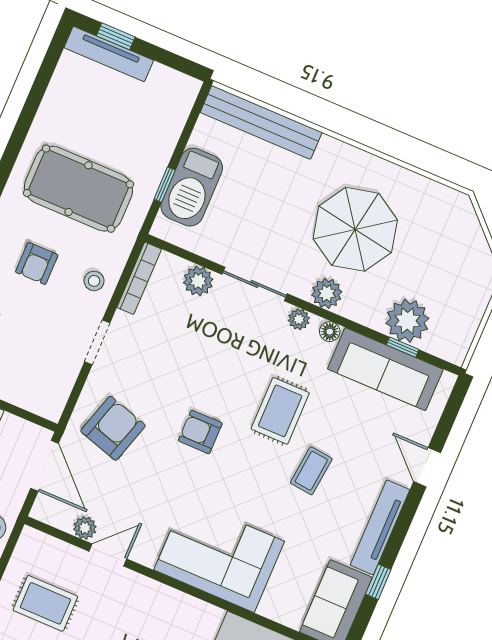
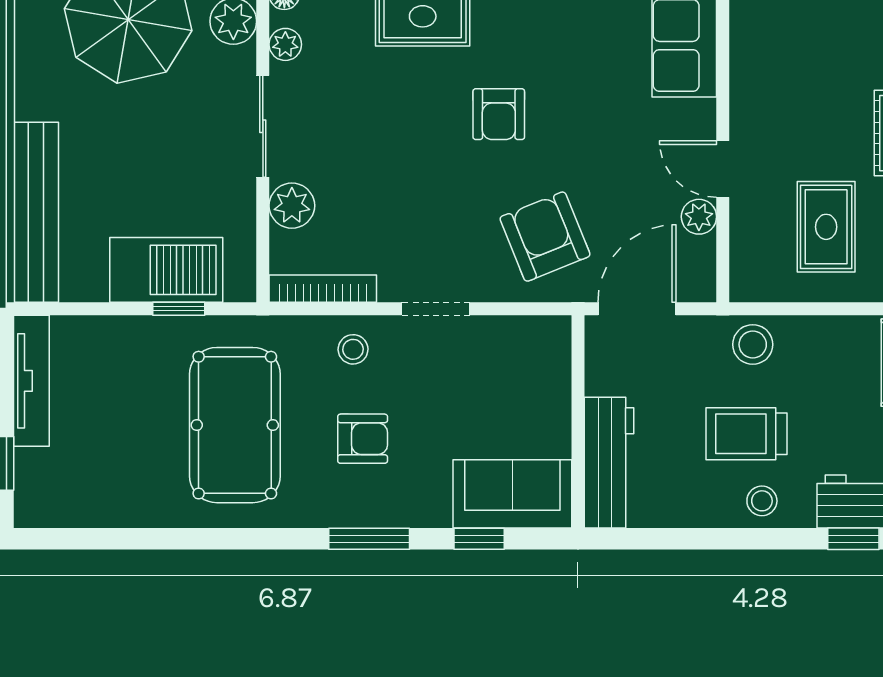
tv unit: (109, 54) -> (31, 381), moved
armchair: (113, 428) -> (545, 237), turned 51

